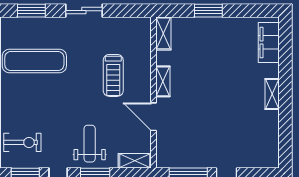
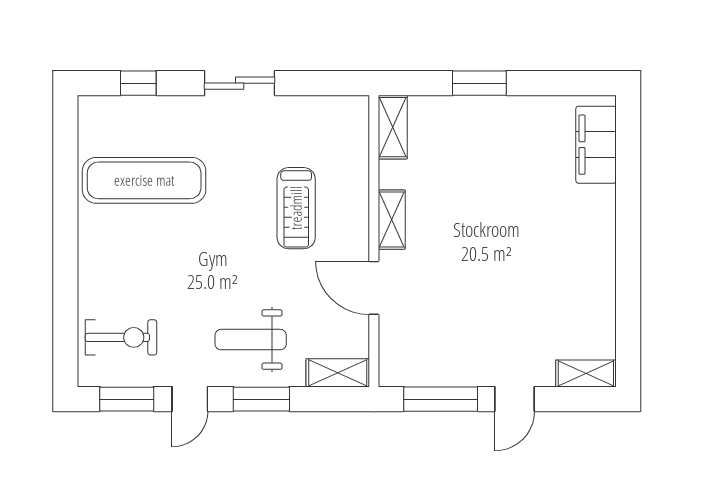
window: (31, 11) -> (138, 83), width x0.67
shelving: (272, 94) -> (586, 373), moved, turned 90
weight bench: (90, 144) -> (251, 340), turned -90

